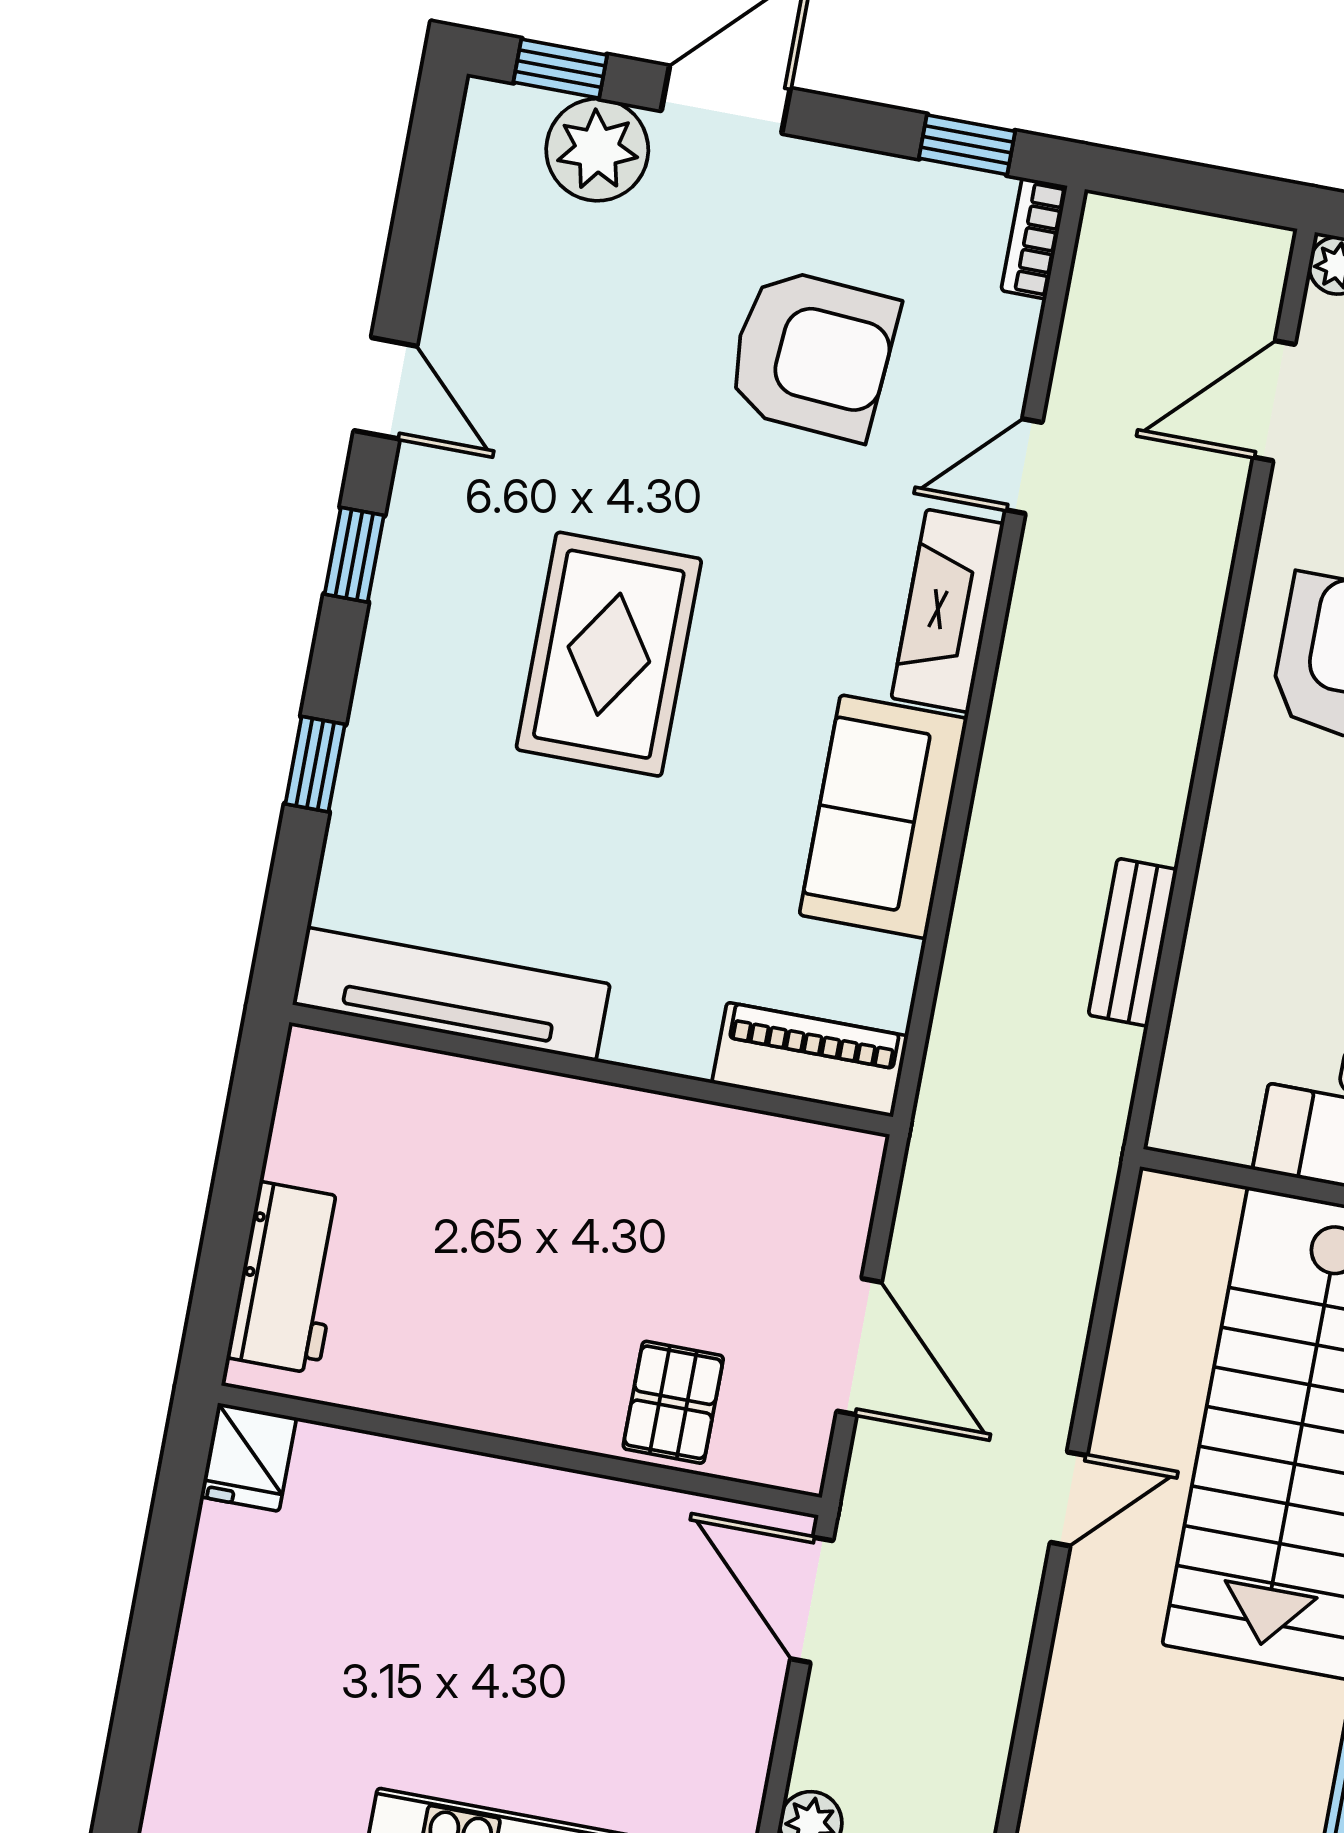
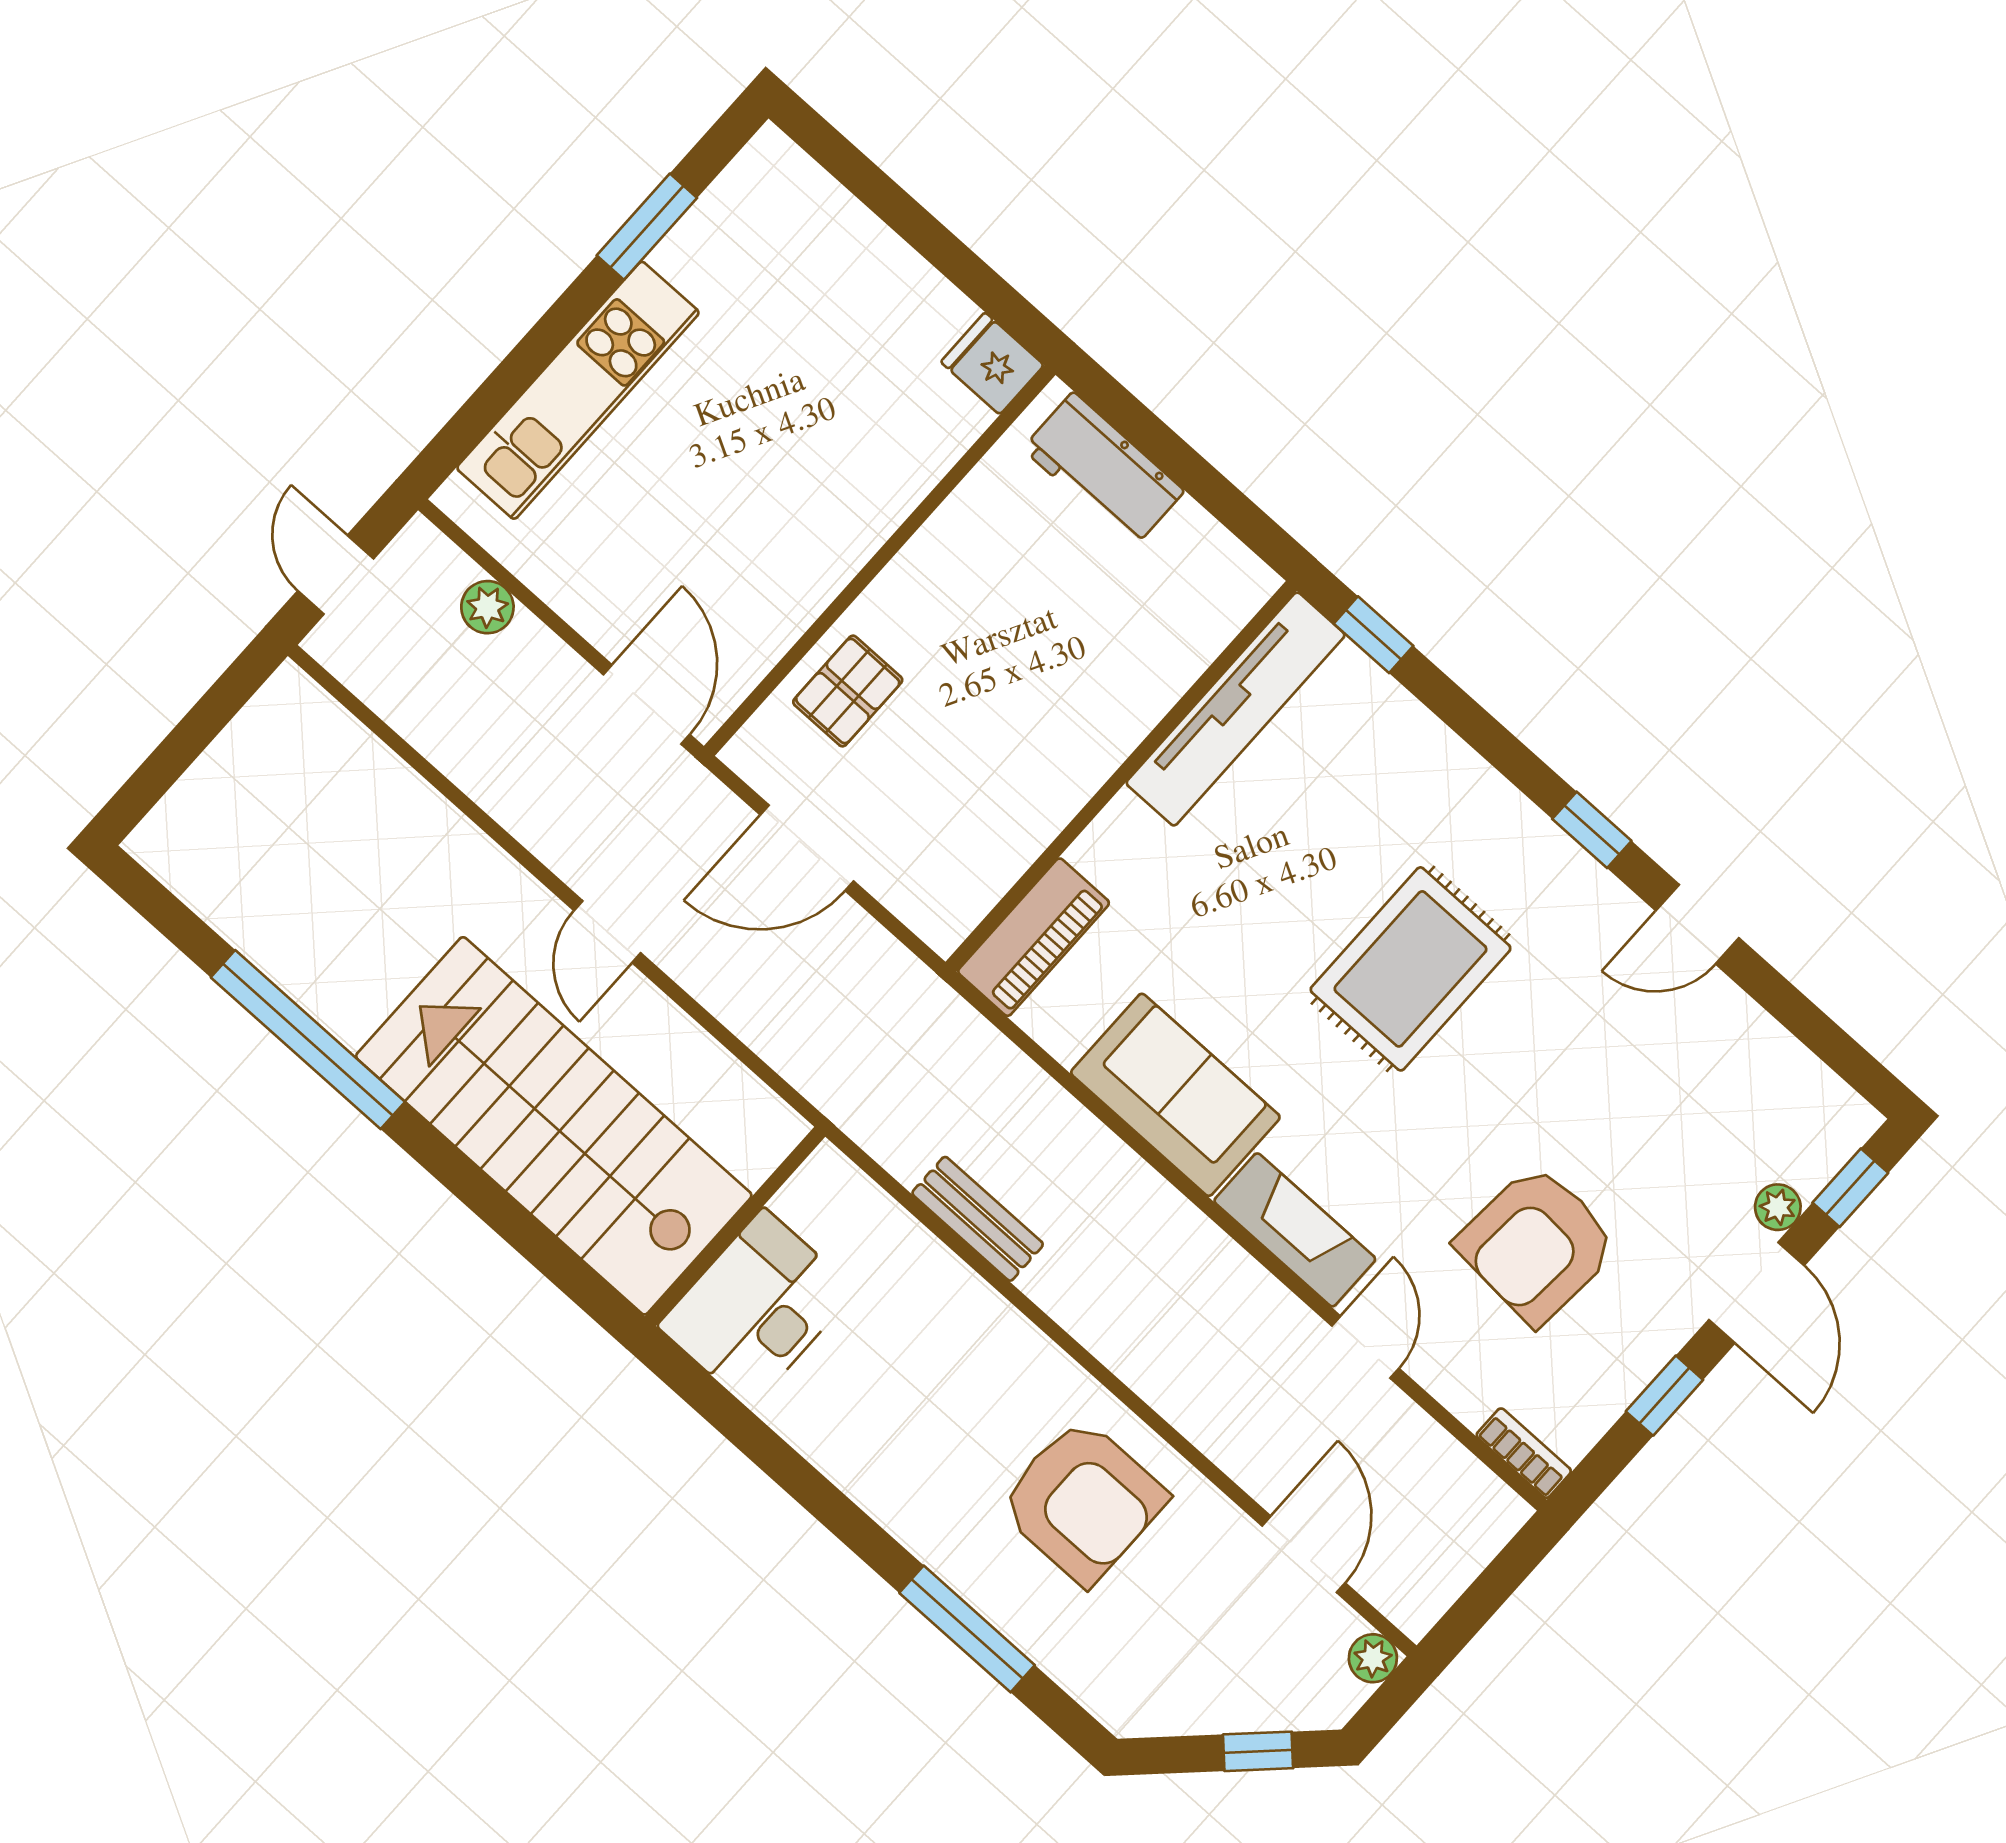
window: (967, 145) -> (1664, 1396), moved
plant: (597, 150) -> (1778, 1207), width x0.53, depth x0.53
rug: (609, 654) -> (1411, 969), turned 90
window: (315, 764) -> (1374, 635), moved
pallet: (673, 1402) -> (848, 691), turned 90
door: (812, 1600) -> (647, 704), hinge flipped

